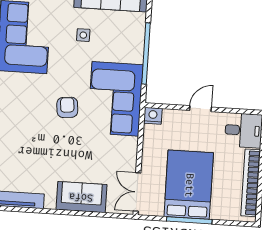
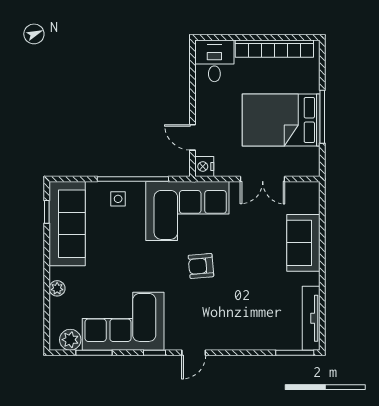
side table: (83, 35) -> (118, 199), moved
door: (201, 109) -> (193, 137), moved
double door: (137, 192) -> (263, 179), moved

